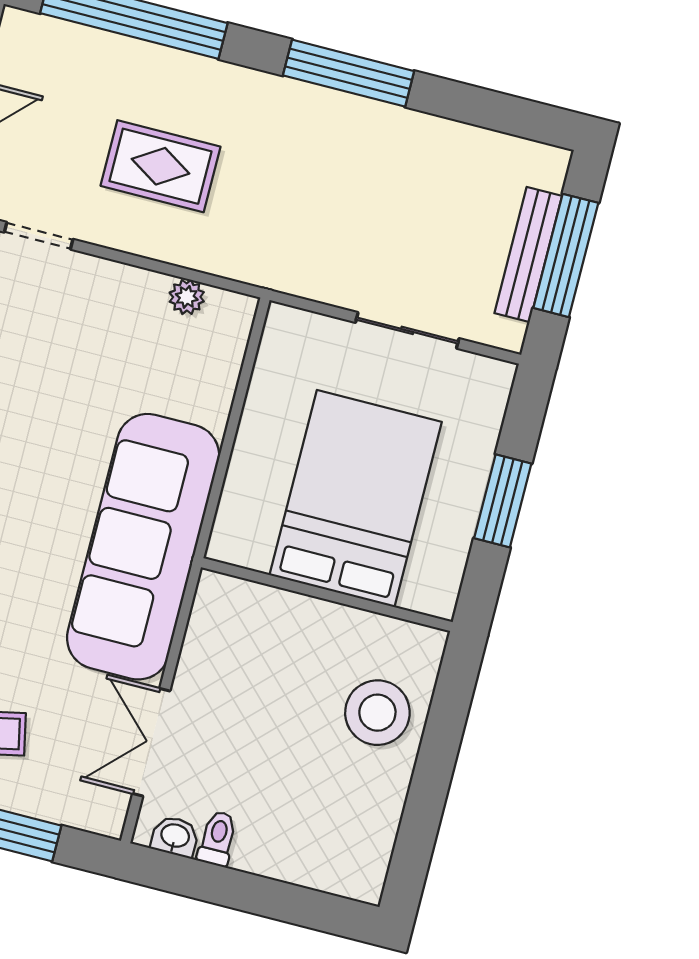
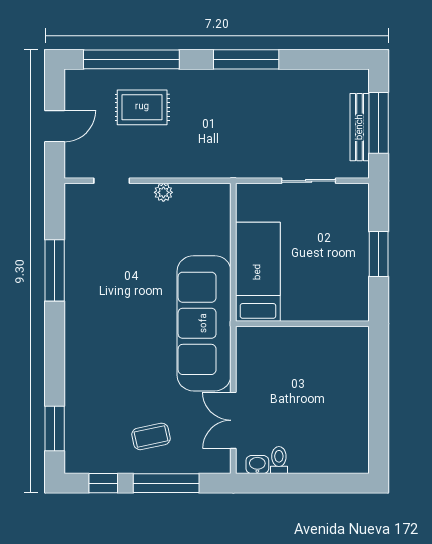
rug: (160, 166) -> (142, 107), moved
plant: (187, 297) -> (163, 192), moved
bed: (356, 499) -> (258, 272), moved, width x0.67
stool: (377, 713) -> (343, 376), removed

